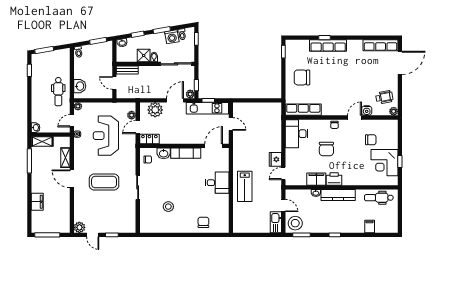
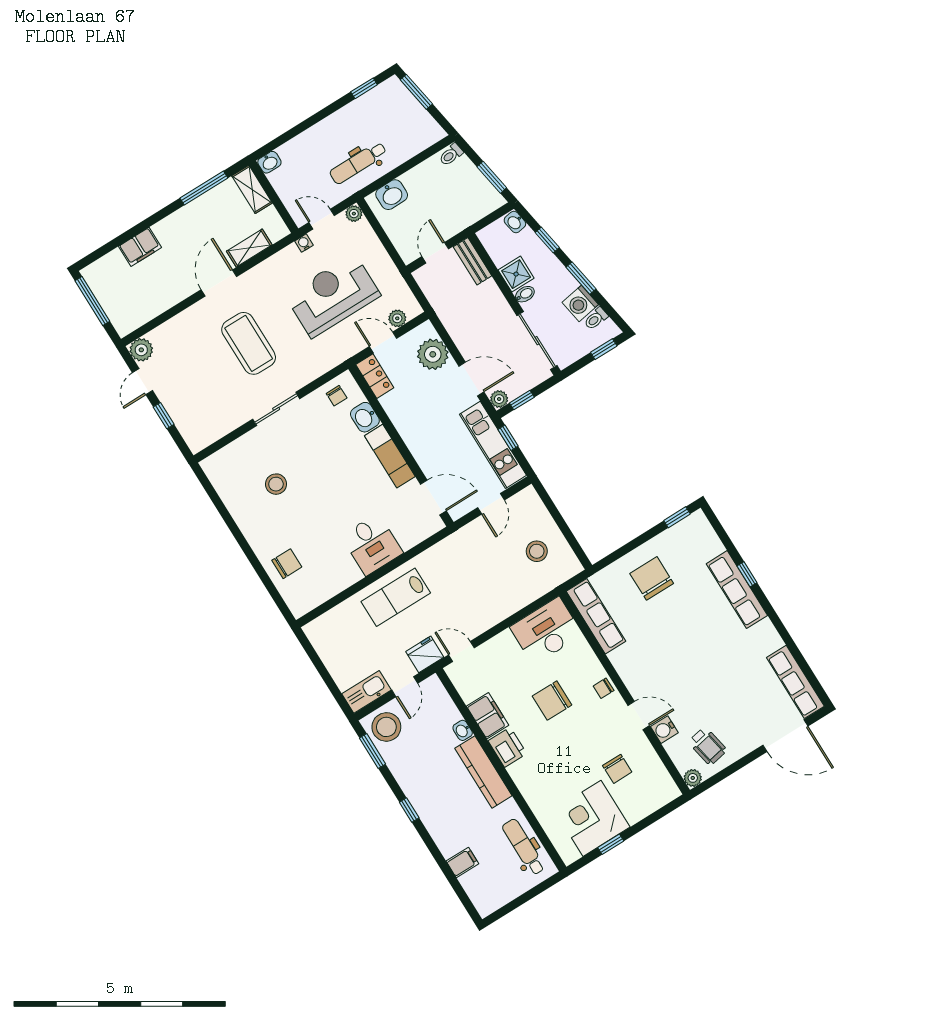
stool: (262, 117) -> (537, 551), added
fridge: (275, 159) -> (425, 654), moved

